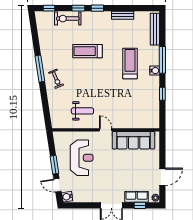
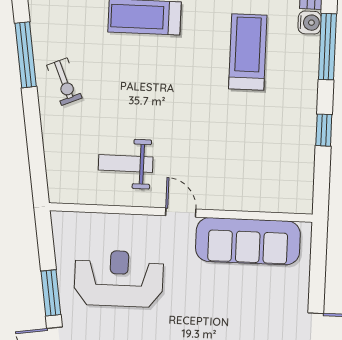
water cooler: (155, 71) -> (310, 23), moved
weight bench: (82, 111) -> (126, 163), turned 180
reception desk: (82, 158) -> (119, 279), turned -90

